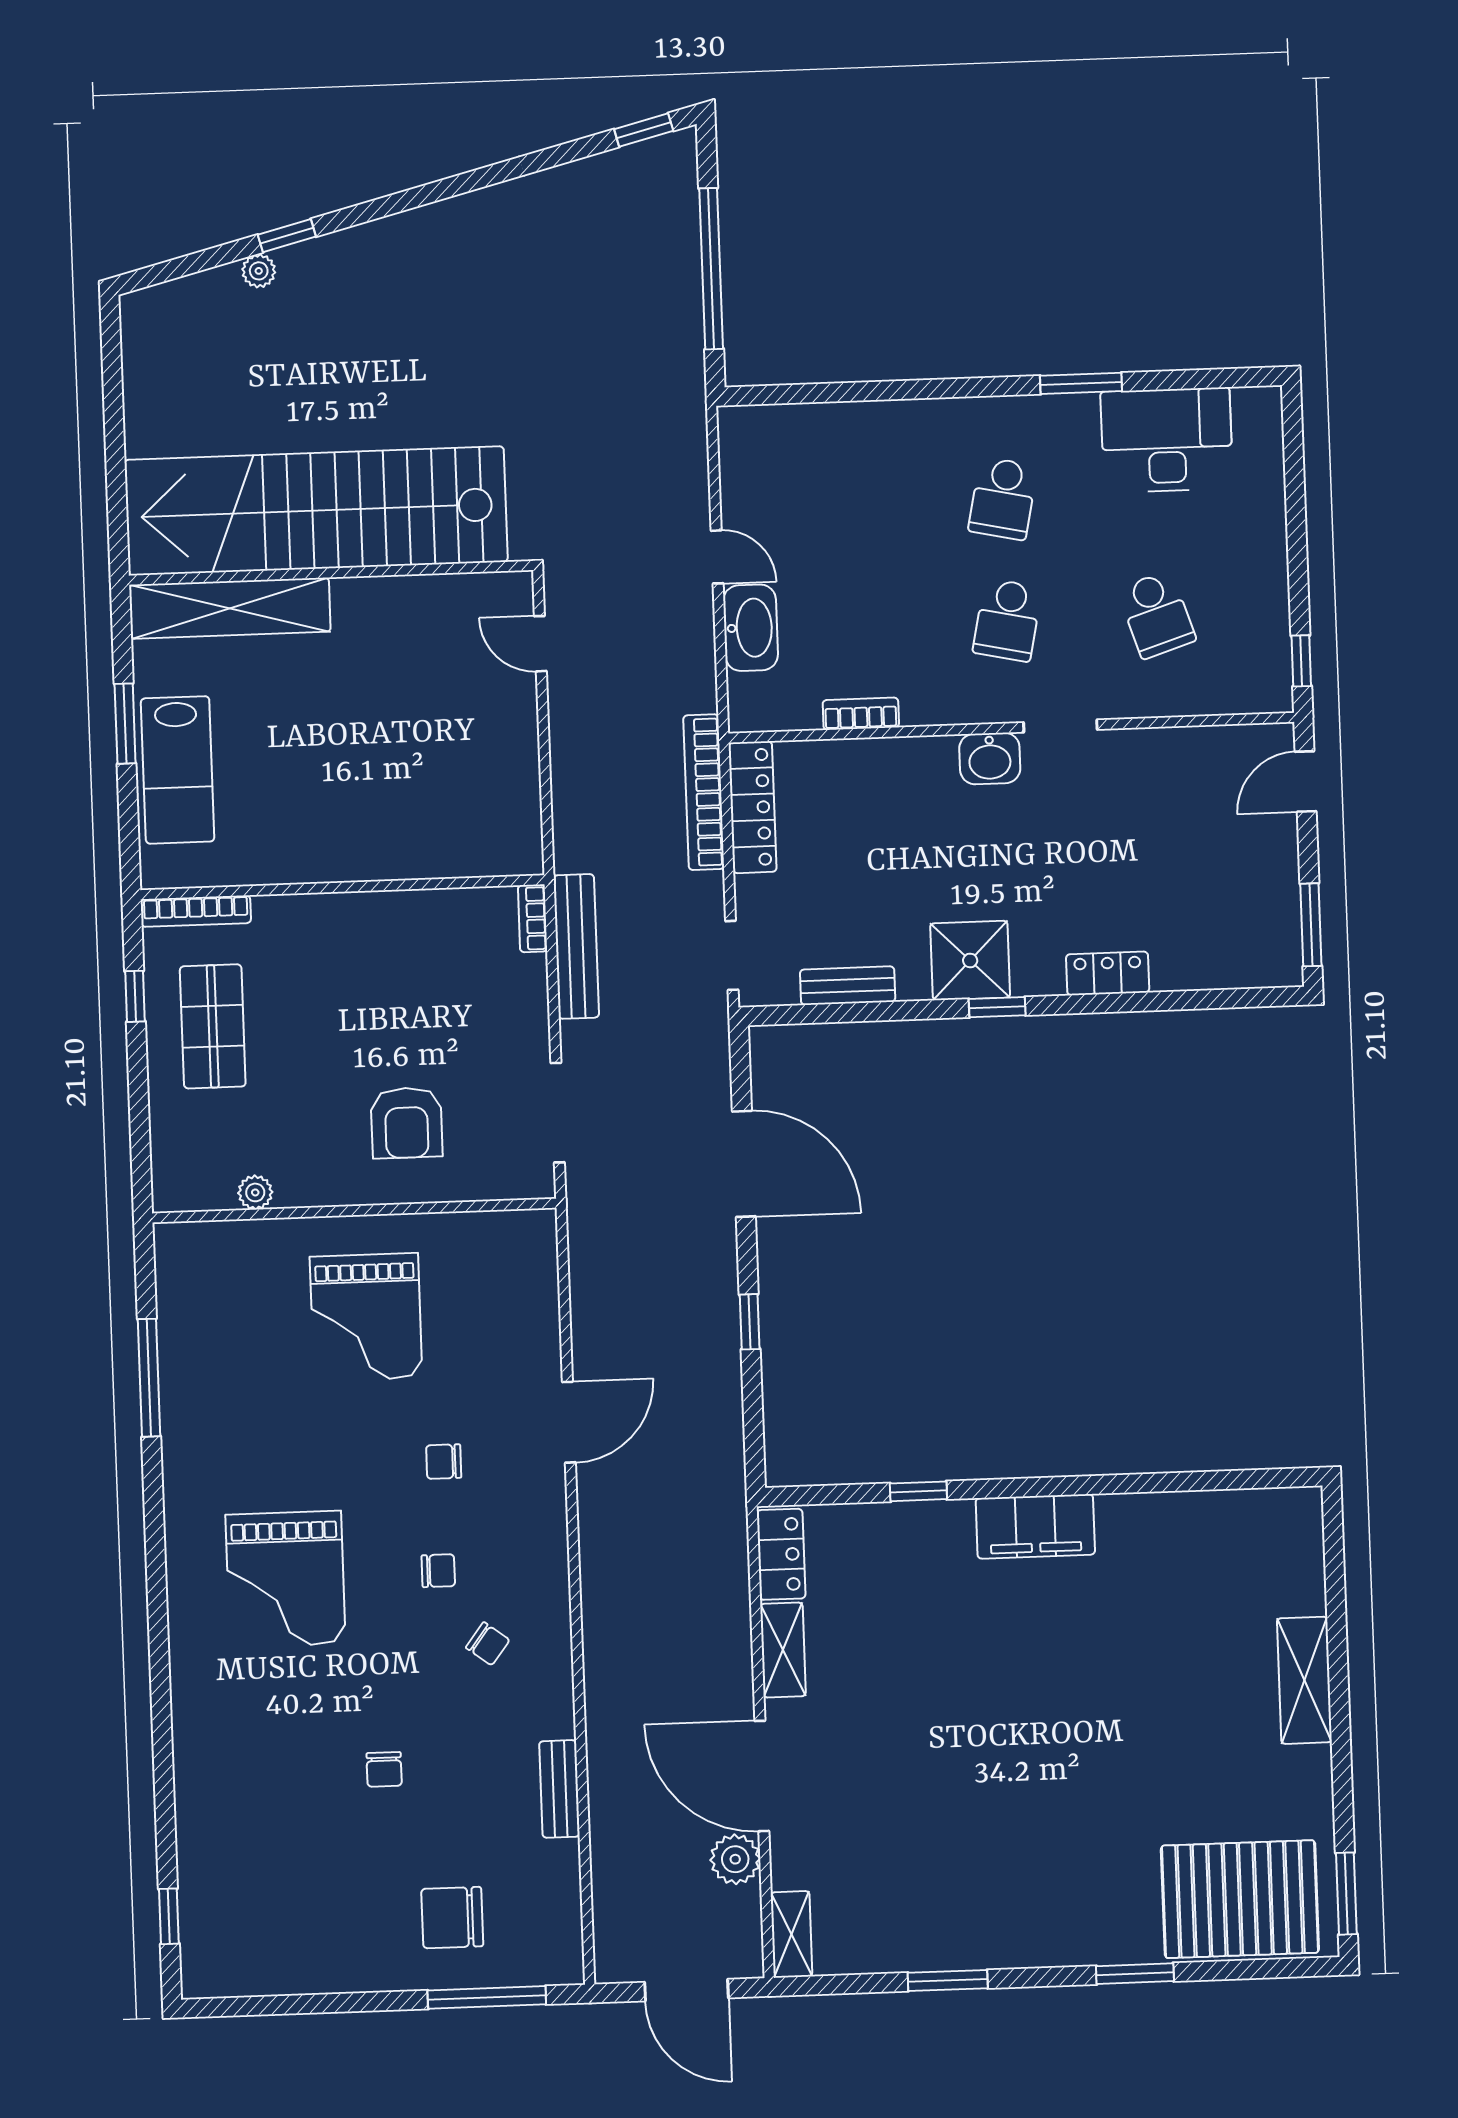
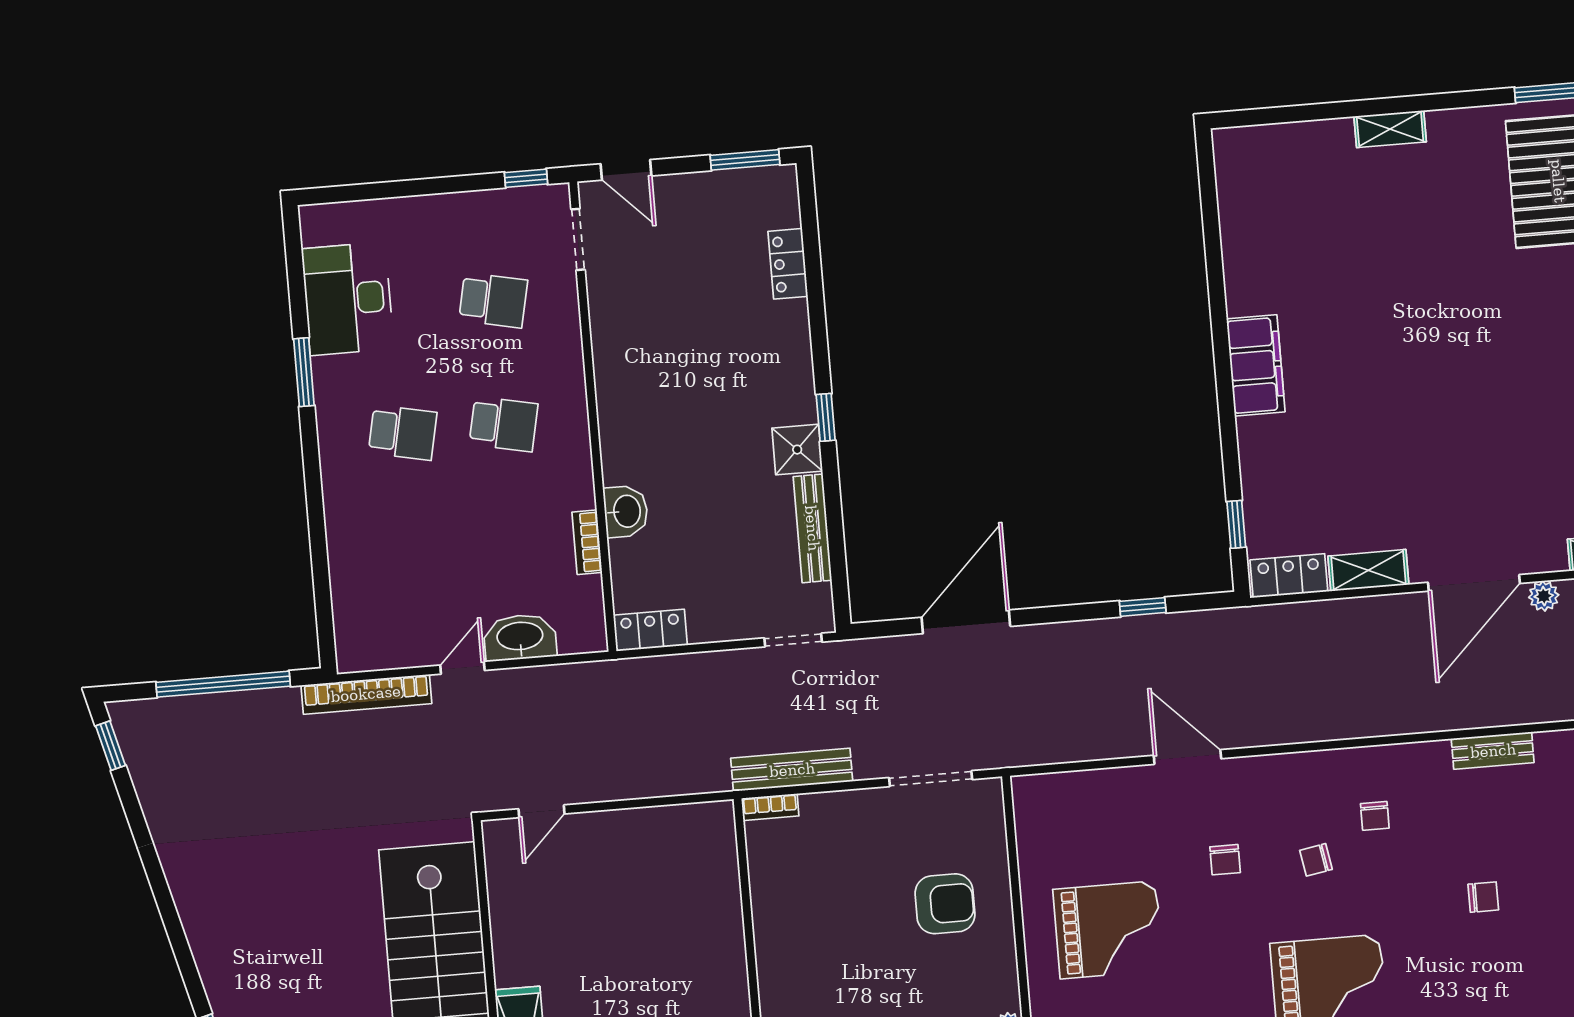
school desk: (1157, 615) -> (493, 300), turned 30
doorway: (1060, 726) -> (578, 239), moved
washbasin: (990, 758) -> (626, 511), moved
bookcase: (704, 792) -> (366, 694), moved
locker: (753, 807) -> (650, 630), width x0.66
shower: (970, 960) -> (797, 450), width x0.73, depth x0.73
locker: (1108, 973) -> (788, 264), moved
bench: (848, 986) -> (812, 528), width x1.36
window: (750, 1322) -> (1143, 607), moved
window: (918, 1491) -> (1236, 524), moved
chair: (438, 1571) -> (1316, 860), turned -100
chair: (488, 1644) -> (1375, 816), turned 143
shelving: (1304, 1680) -> (1390, 129), width x0.67, depth x0.75
plant: (735, 1859) -> (1544, 596), width x0.73, depth x0.73

